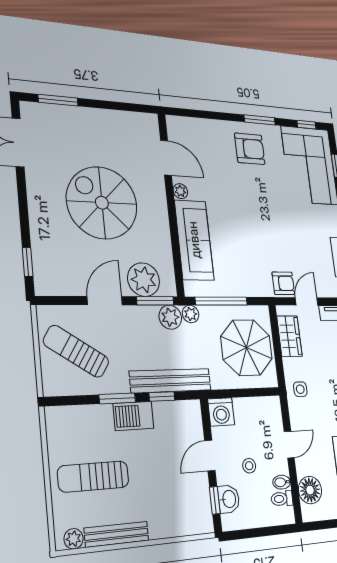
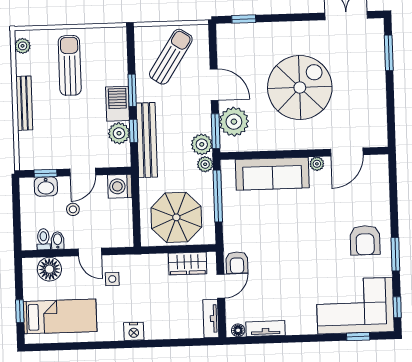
door: (307, 301) -> (221, 286), hinge flipped
side table: (300, 389) -> (112, 279), moved
plant: (166, 414) -> (119, 133), added
door: (210, 456) -> (83, 172), swing flipped
bench: (117, 534) -> (24, 103), moved

